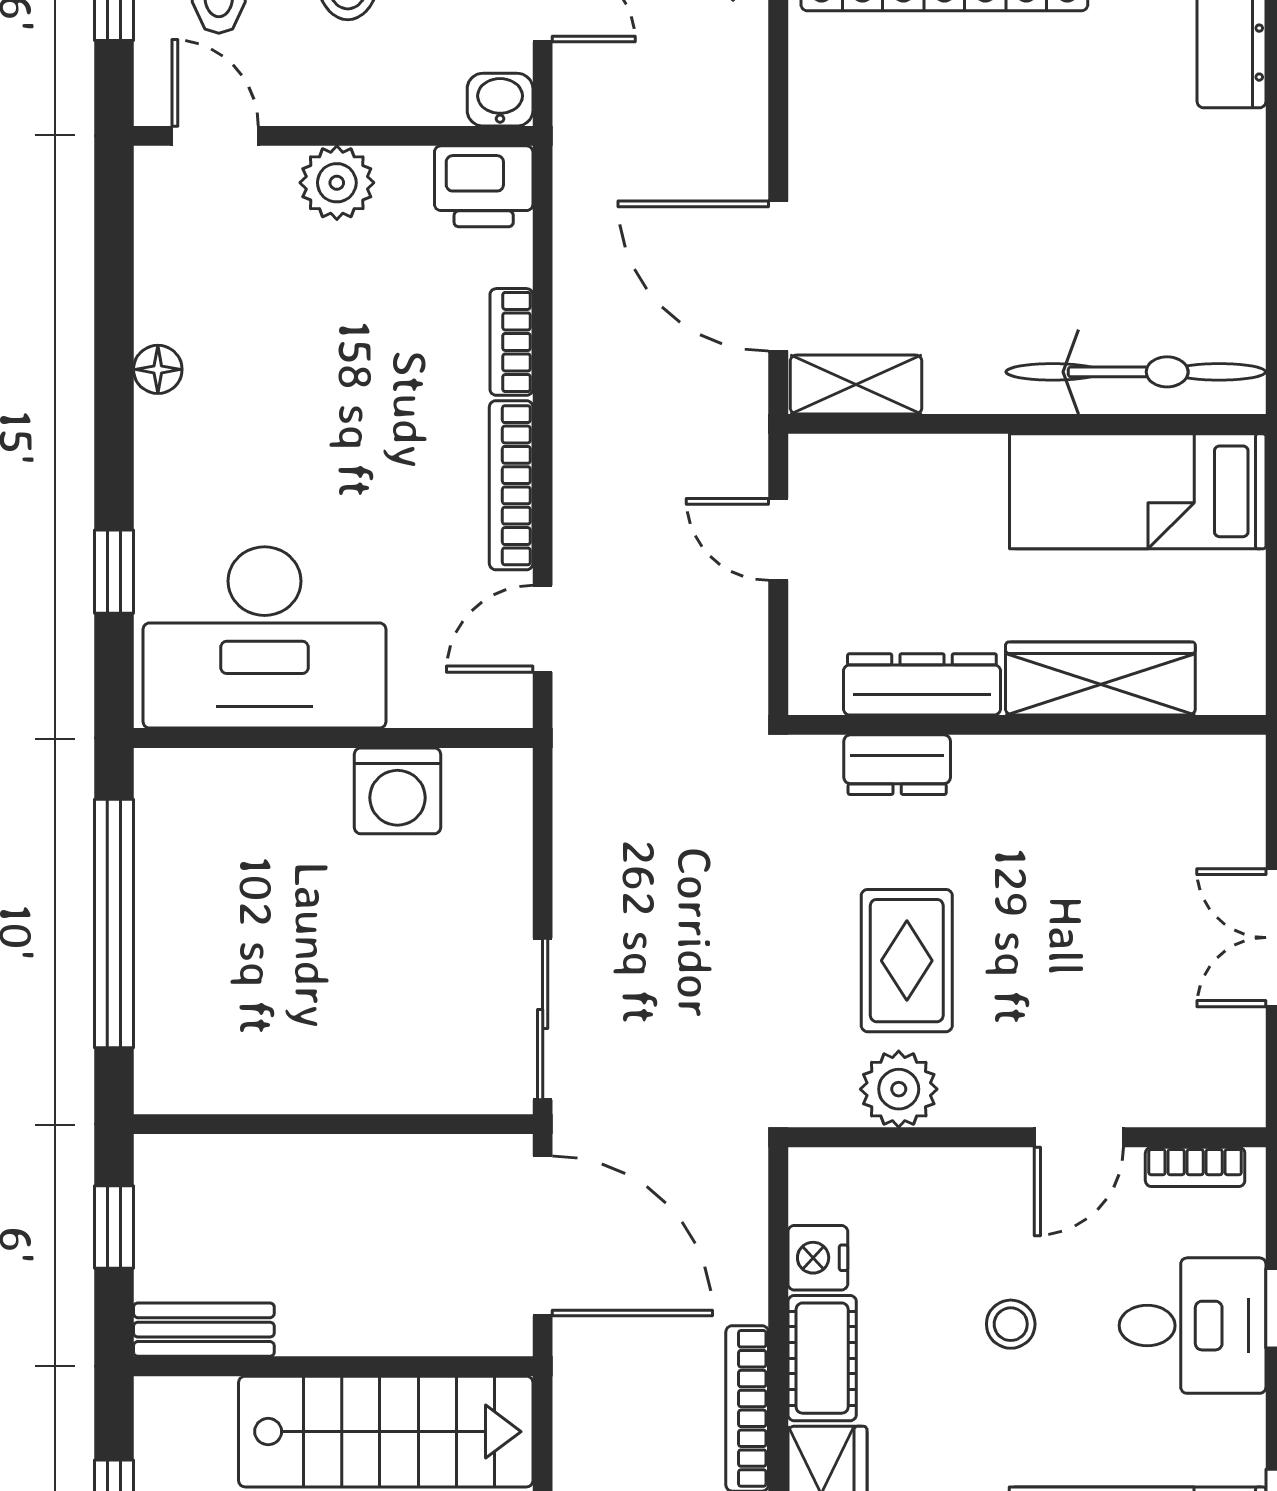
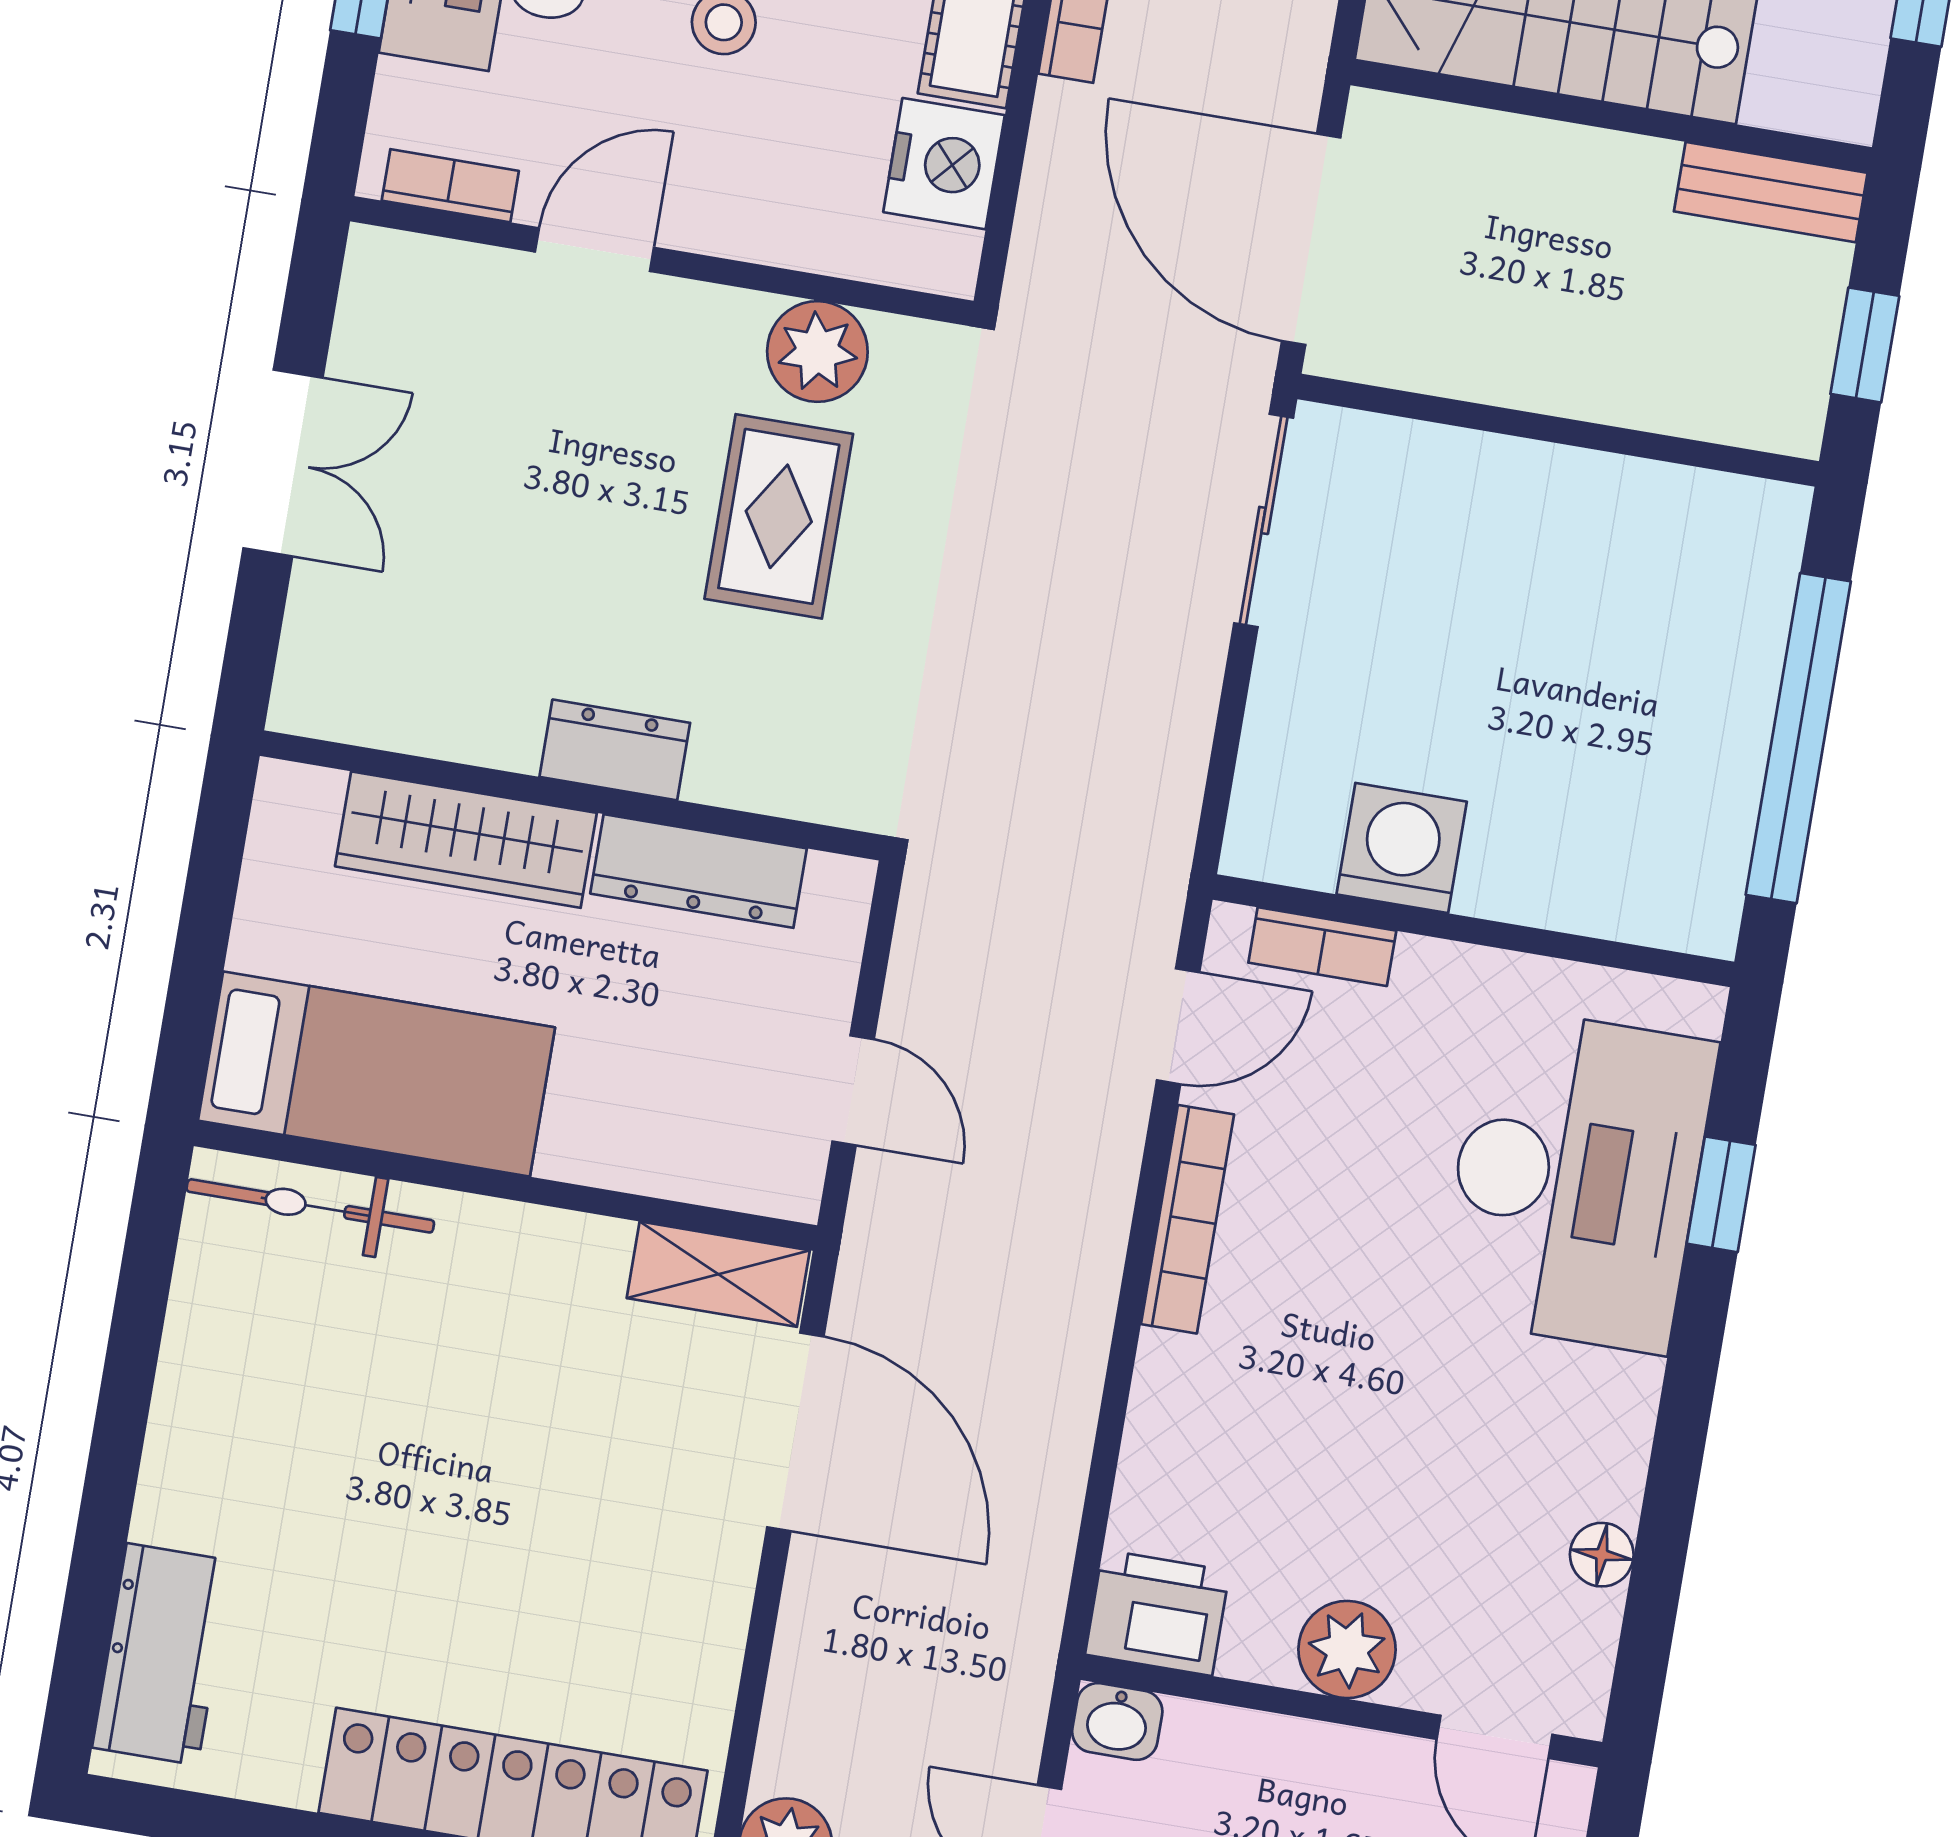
bookcase: (511, 342) -> (1322, 947), moved, turned 90
floor lamp: (158, 369) -> (1602, 1555), moved
bicycle: (1136, 372) -> (310, 1206), width x0.73, depth x0.71
desk: (265, 637) -> (1576, 1180), moved, turned 90
dresser: (897, 765) -> (615, 750), moved
nightstand: (818, 1258) -> (944, 164), width x1.36, depth x1.33

